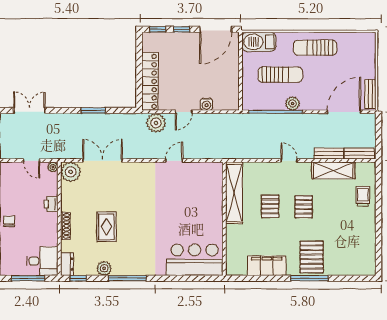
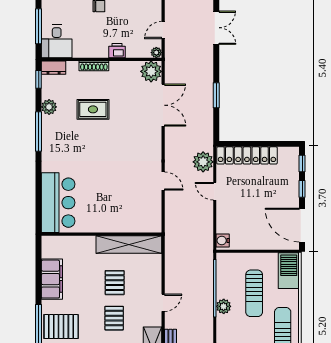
water cooler: (207, 104) -> (223, 240), moved
pallet: (270, 206) -> (115, 283), turned 90
pallet: (304, 207) -> (114, 318), turned 90

